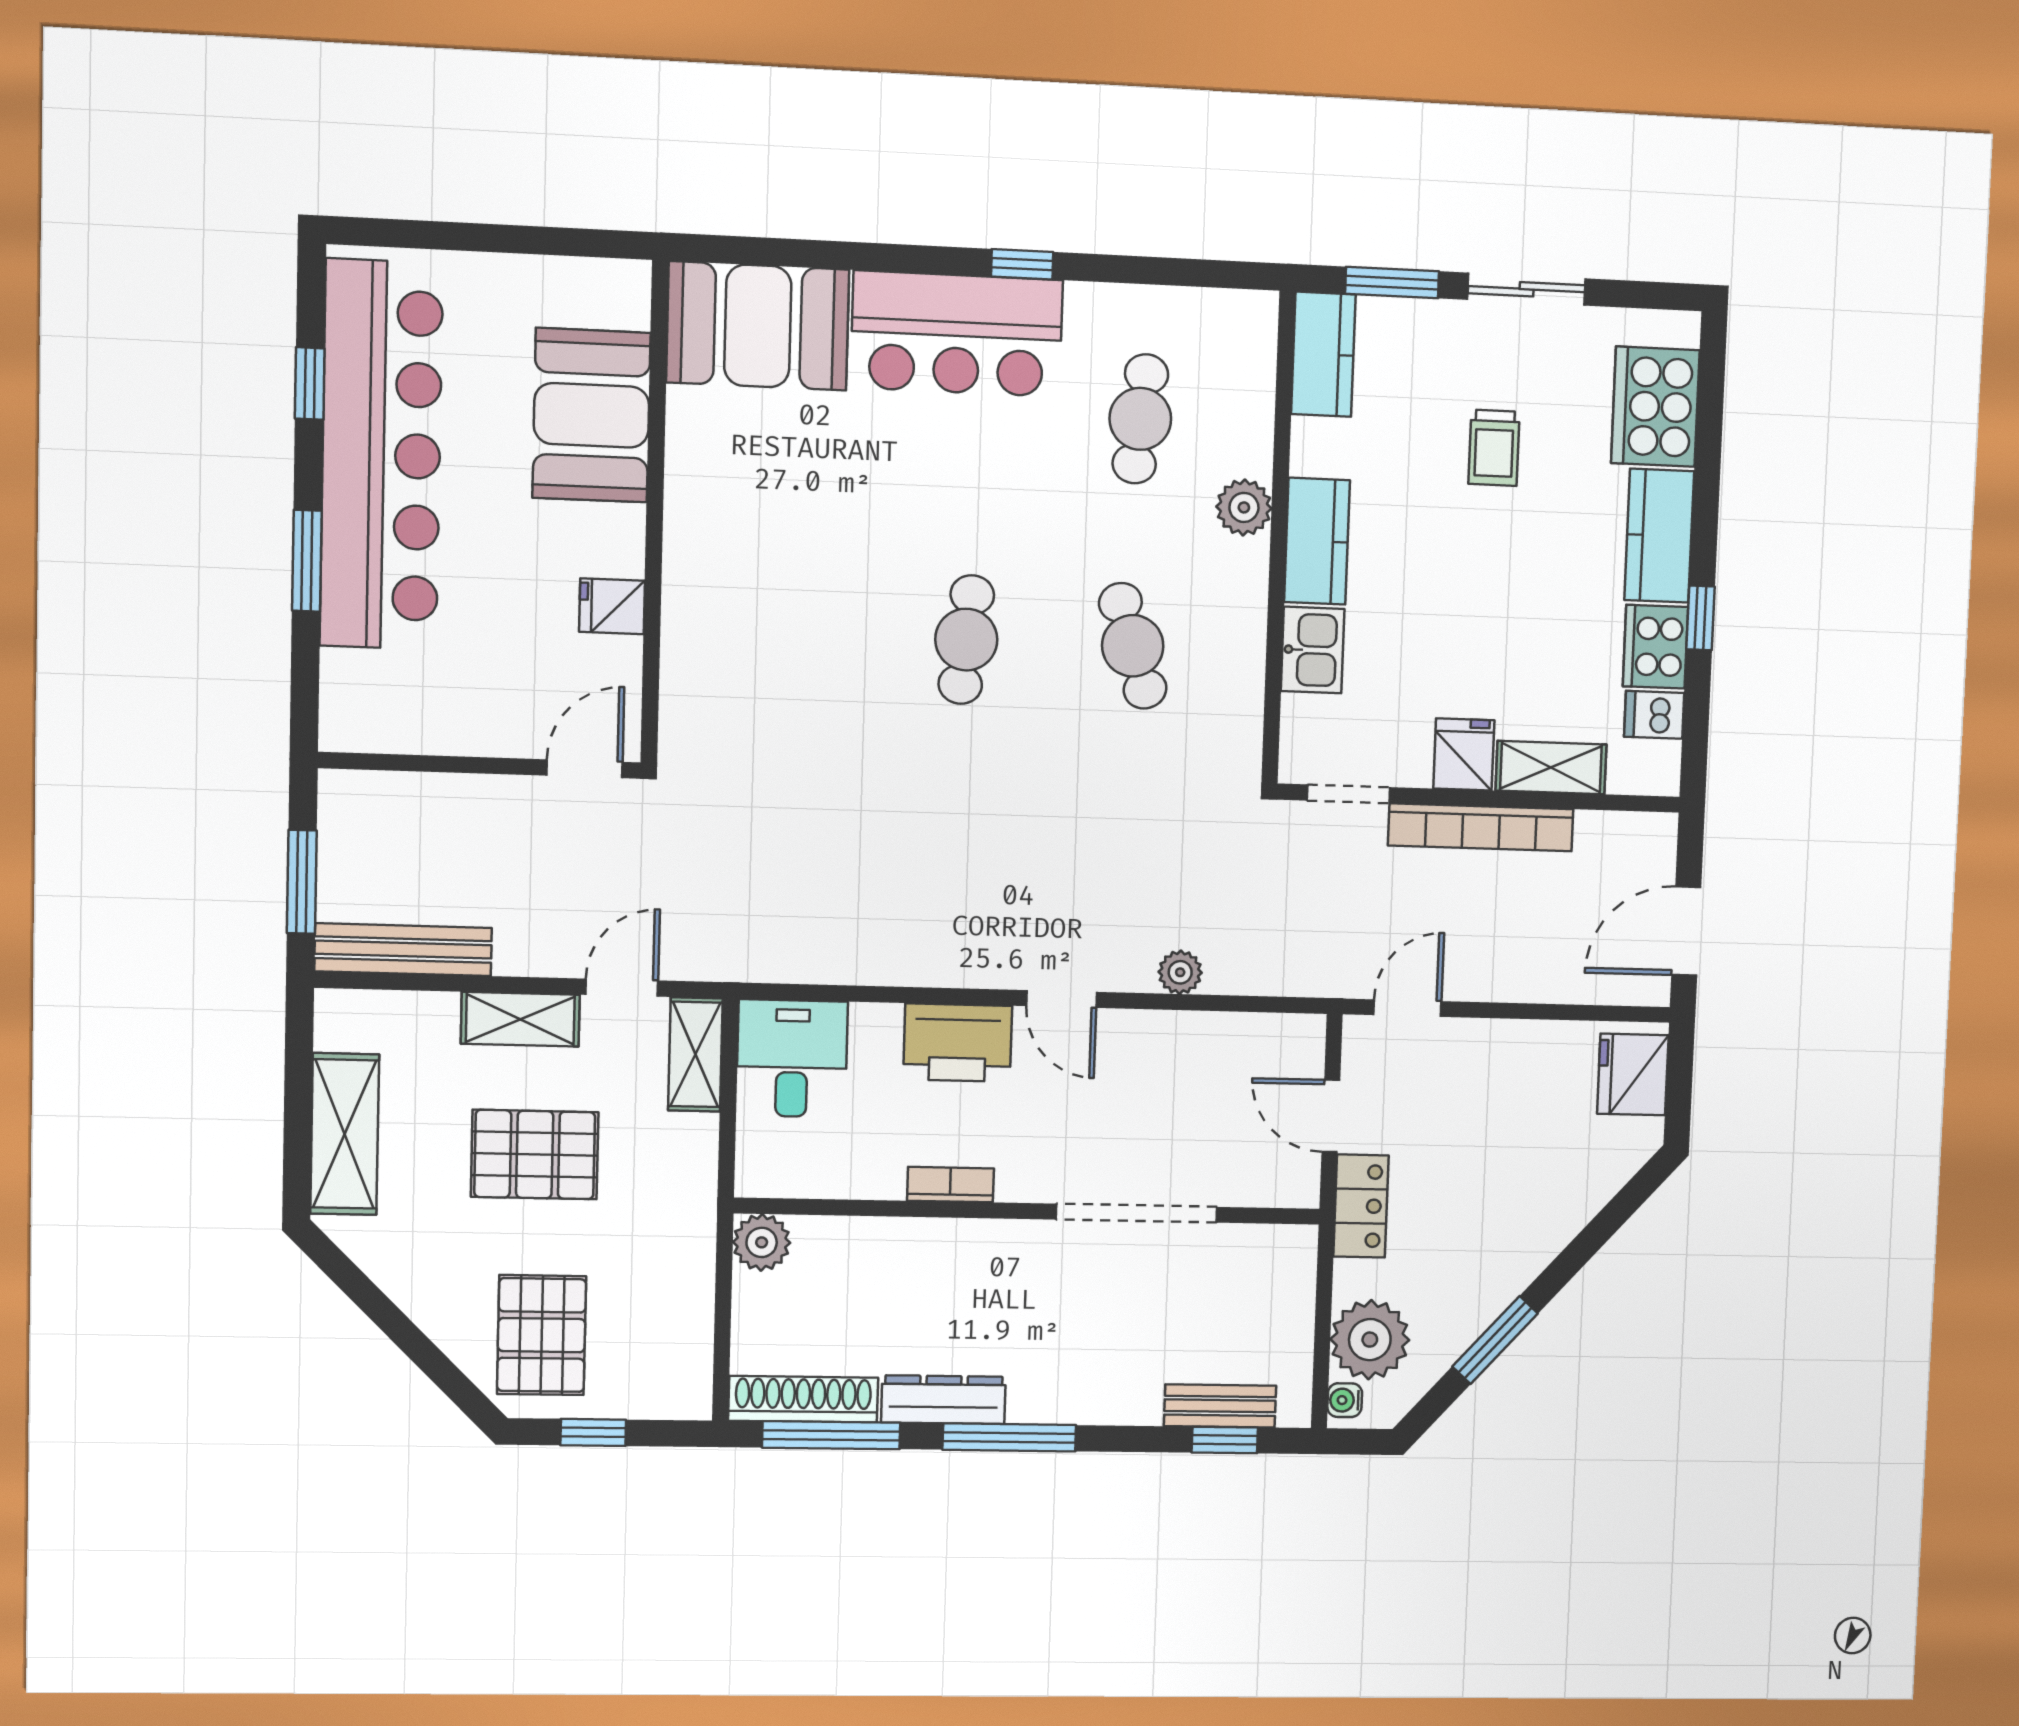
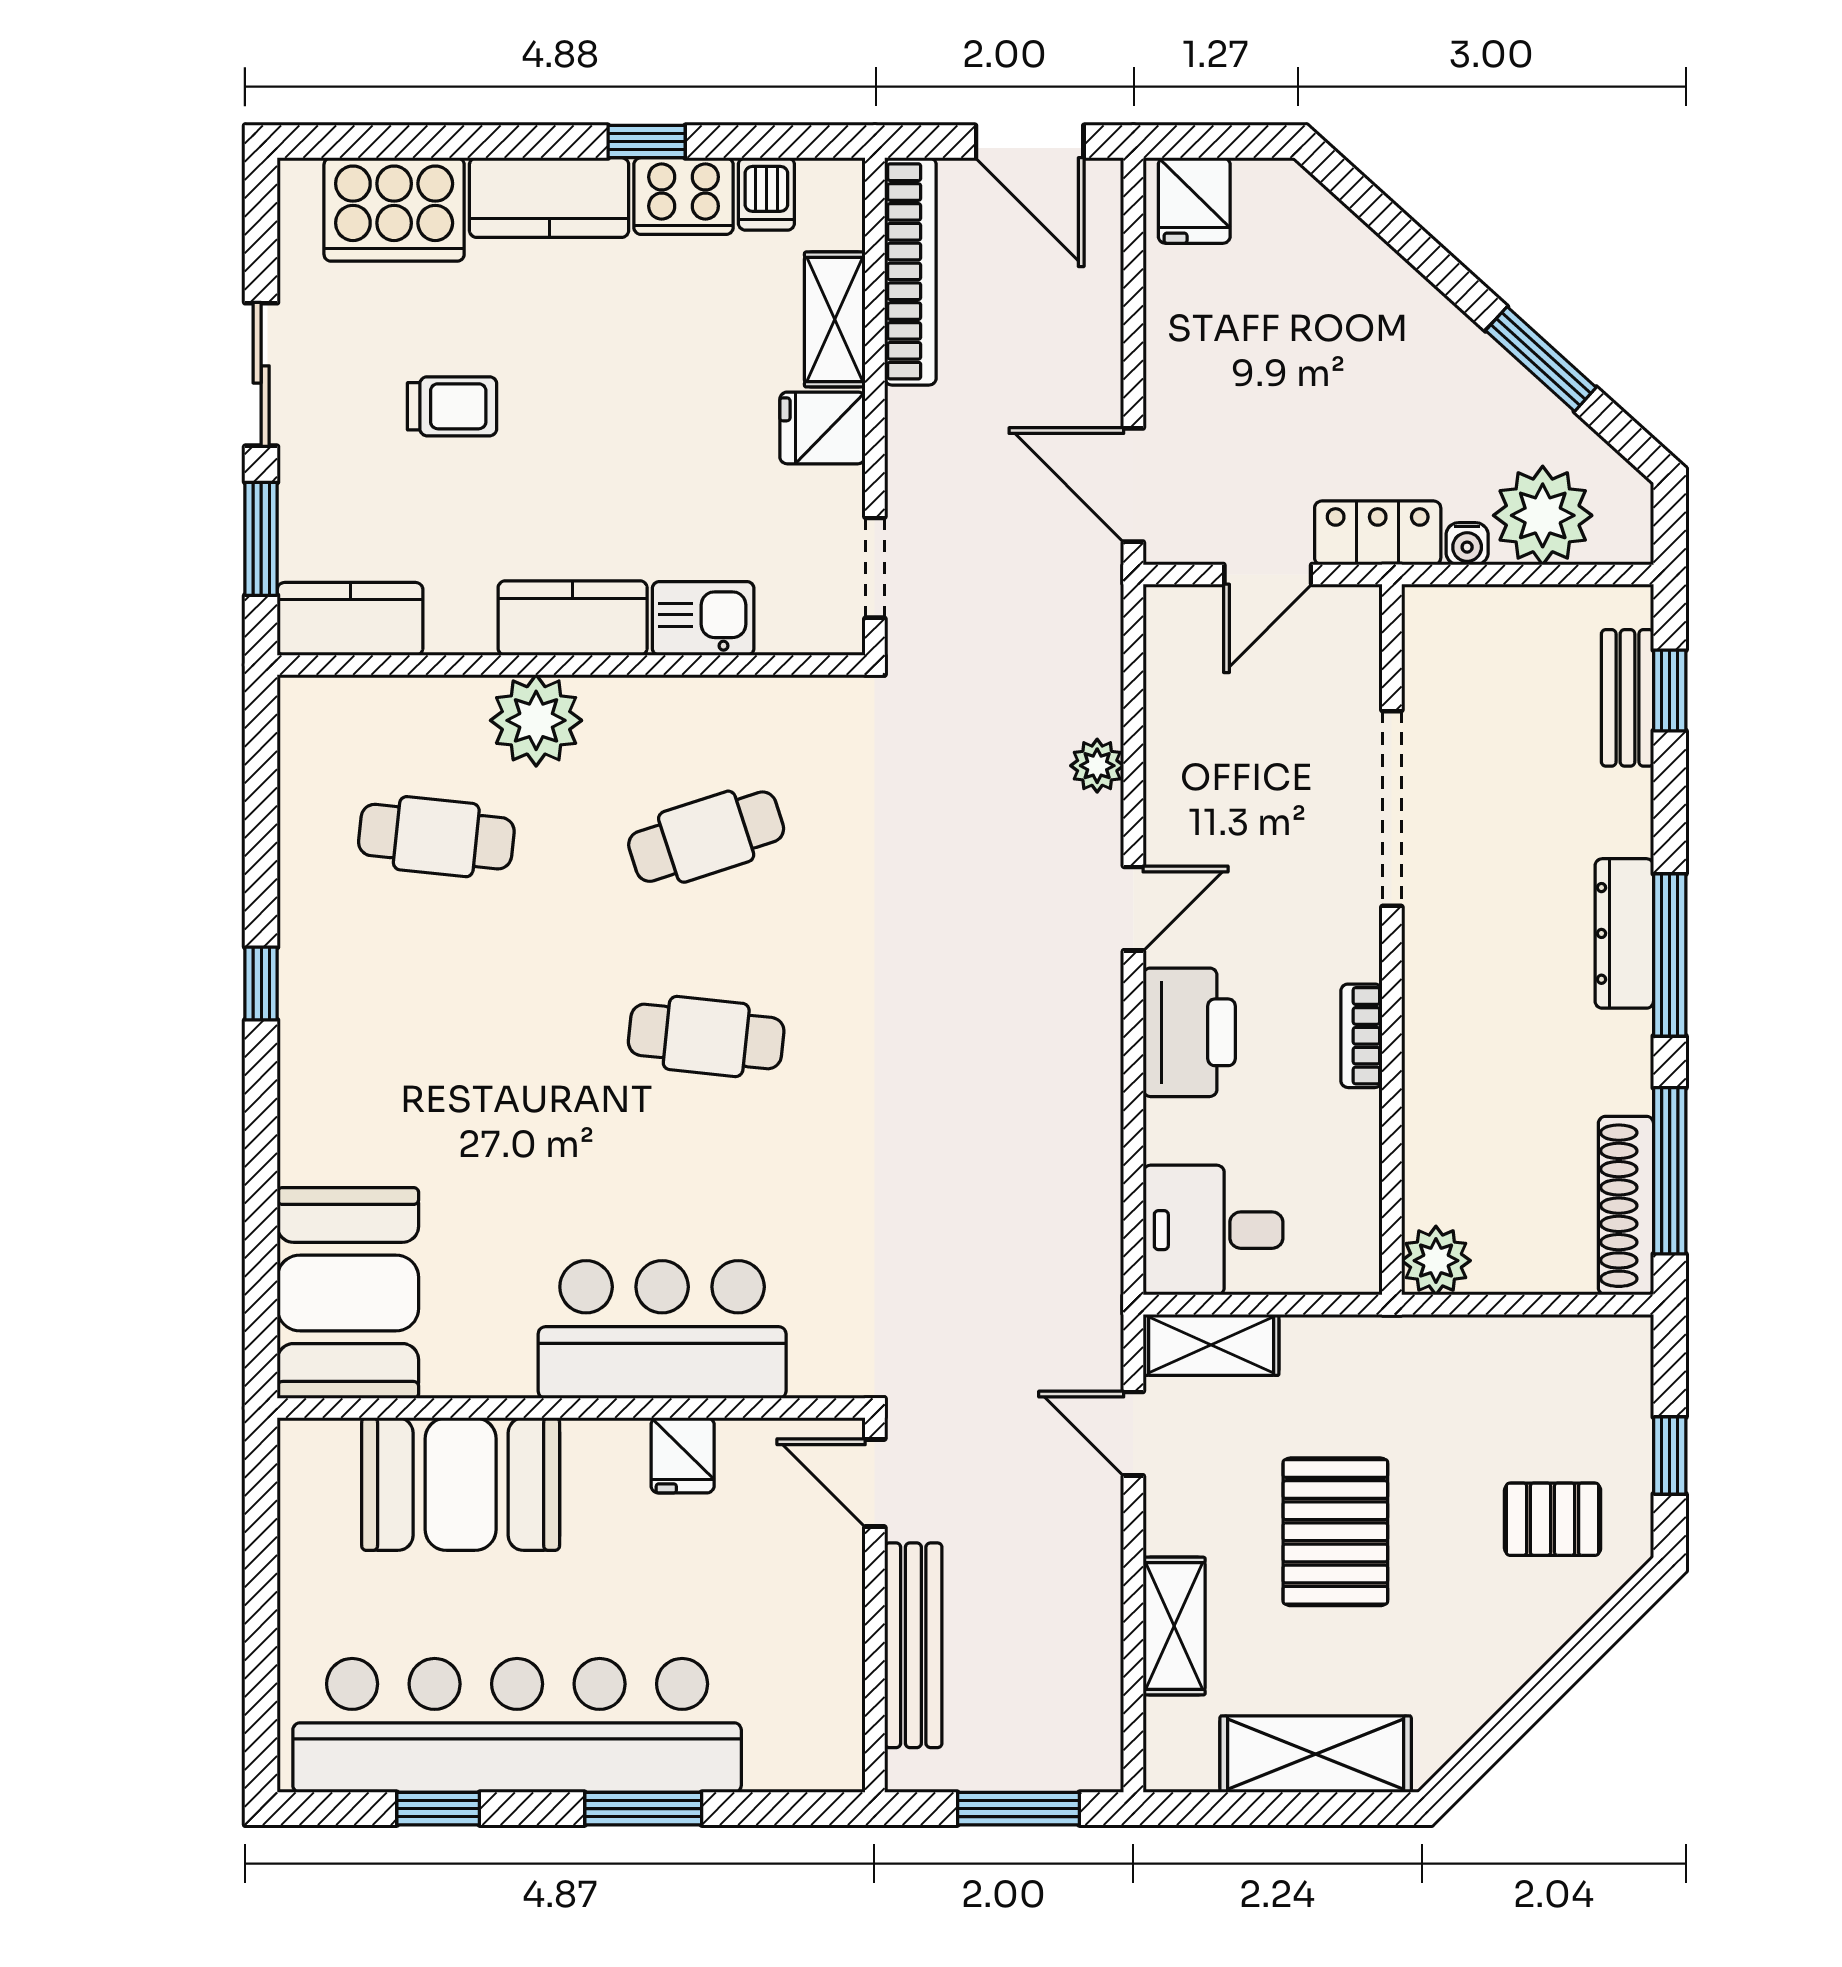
bar counter: (957, 334) -> (662, 1329), moved, turned -90
plant: (1244, 507) -> (536, 720), width x1.36, depth x1.36
bookcase: (1481, 827) -> (910, 271), moved
bench: (403, 950) -> (913, 1645), moved
door: (1407, 1008) -> (1133, 485), width x1.38
shelving: (520, 1019) -> (1174, 1626), moved
fridge: (1633, 1074) -> (1194, 201), width x0.72
pallet: (542, 1335) -> (1553, 1519), width x0.67, depth x0.71
dresser: (943, 1400) -> (1624, 933), moved
water cooler: (1345, 1400) -> (1467, 544), moved

